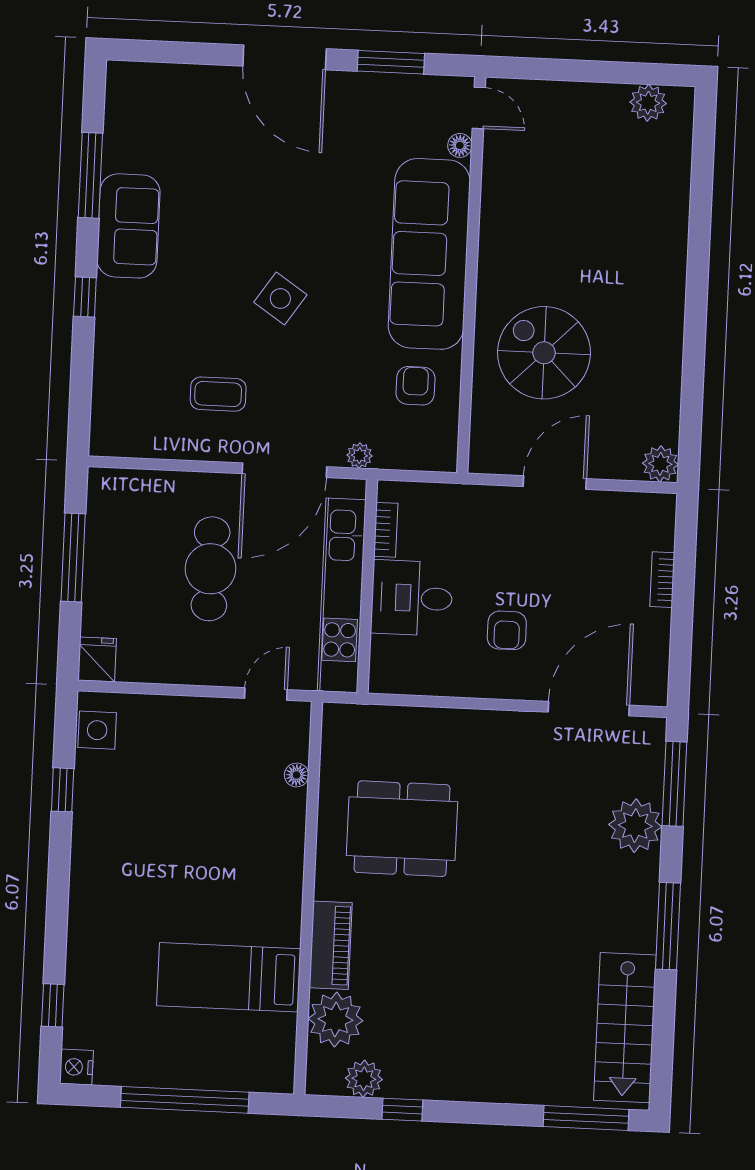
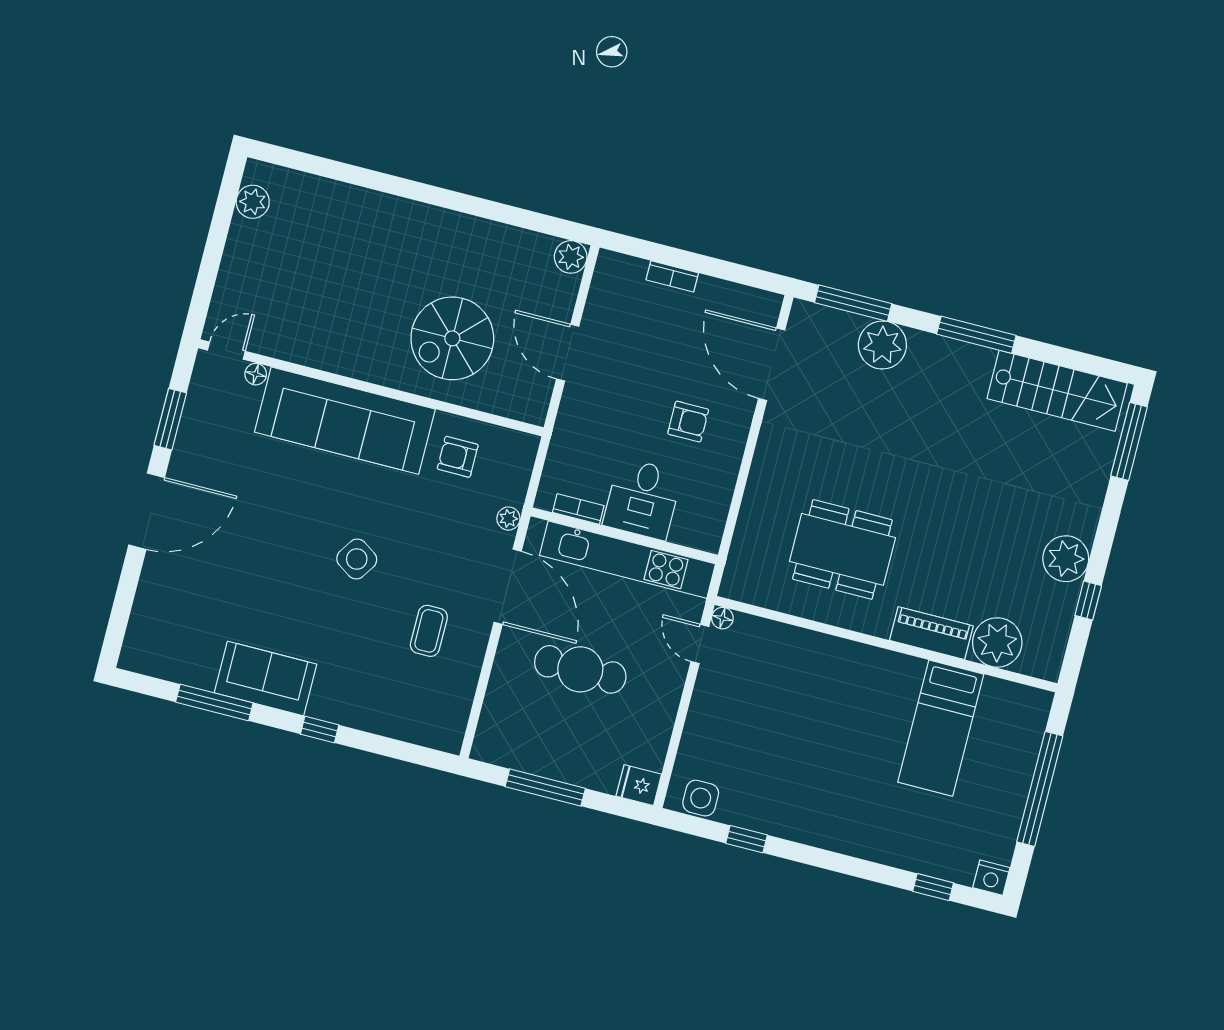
floor lamp: (297, 775) -> (722, 618), moved
dining table: (402, 829) -> (842, 549), turned 90
plant: (364, 1079) -> (1066, 559), moved, width x1.36, depth x1.36

